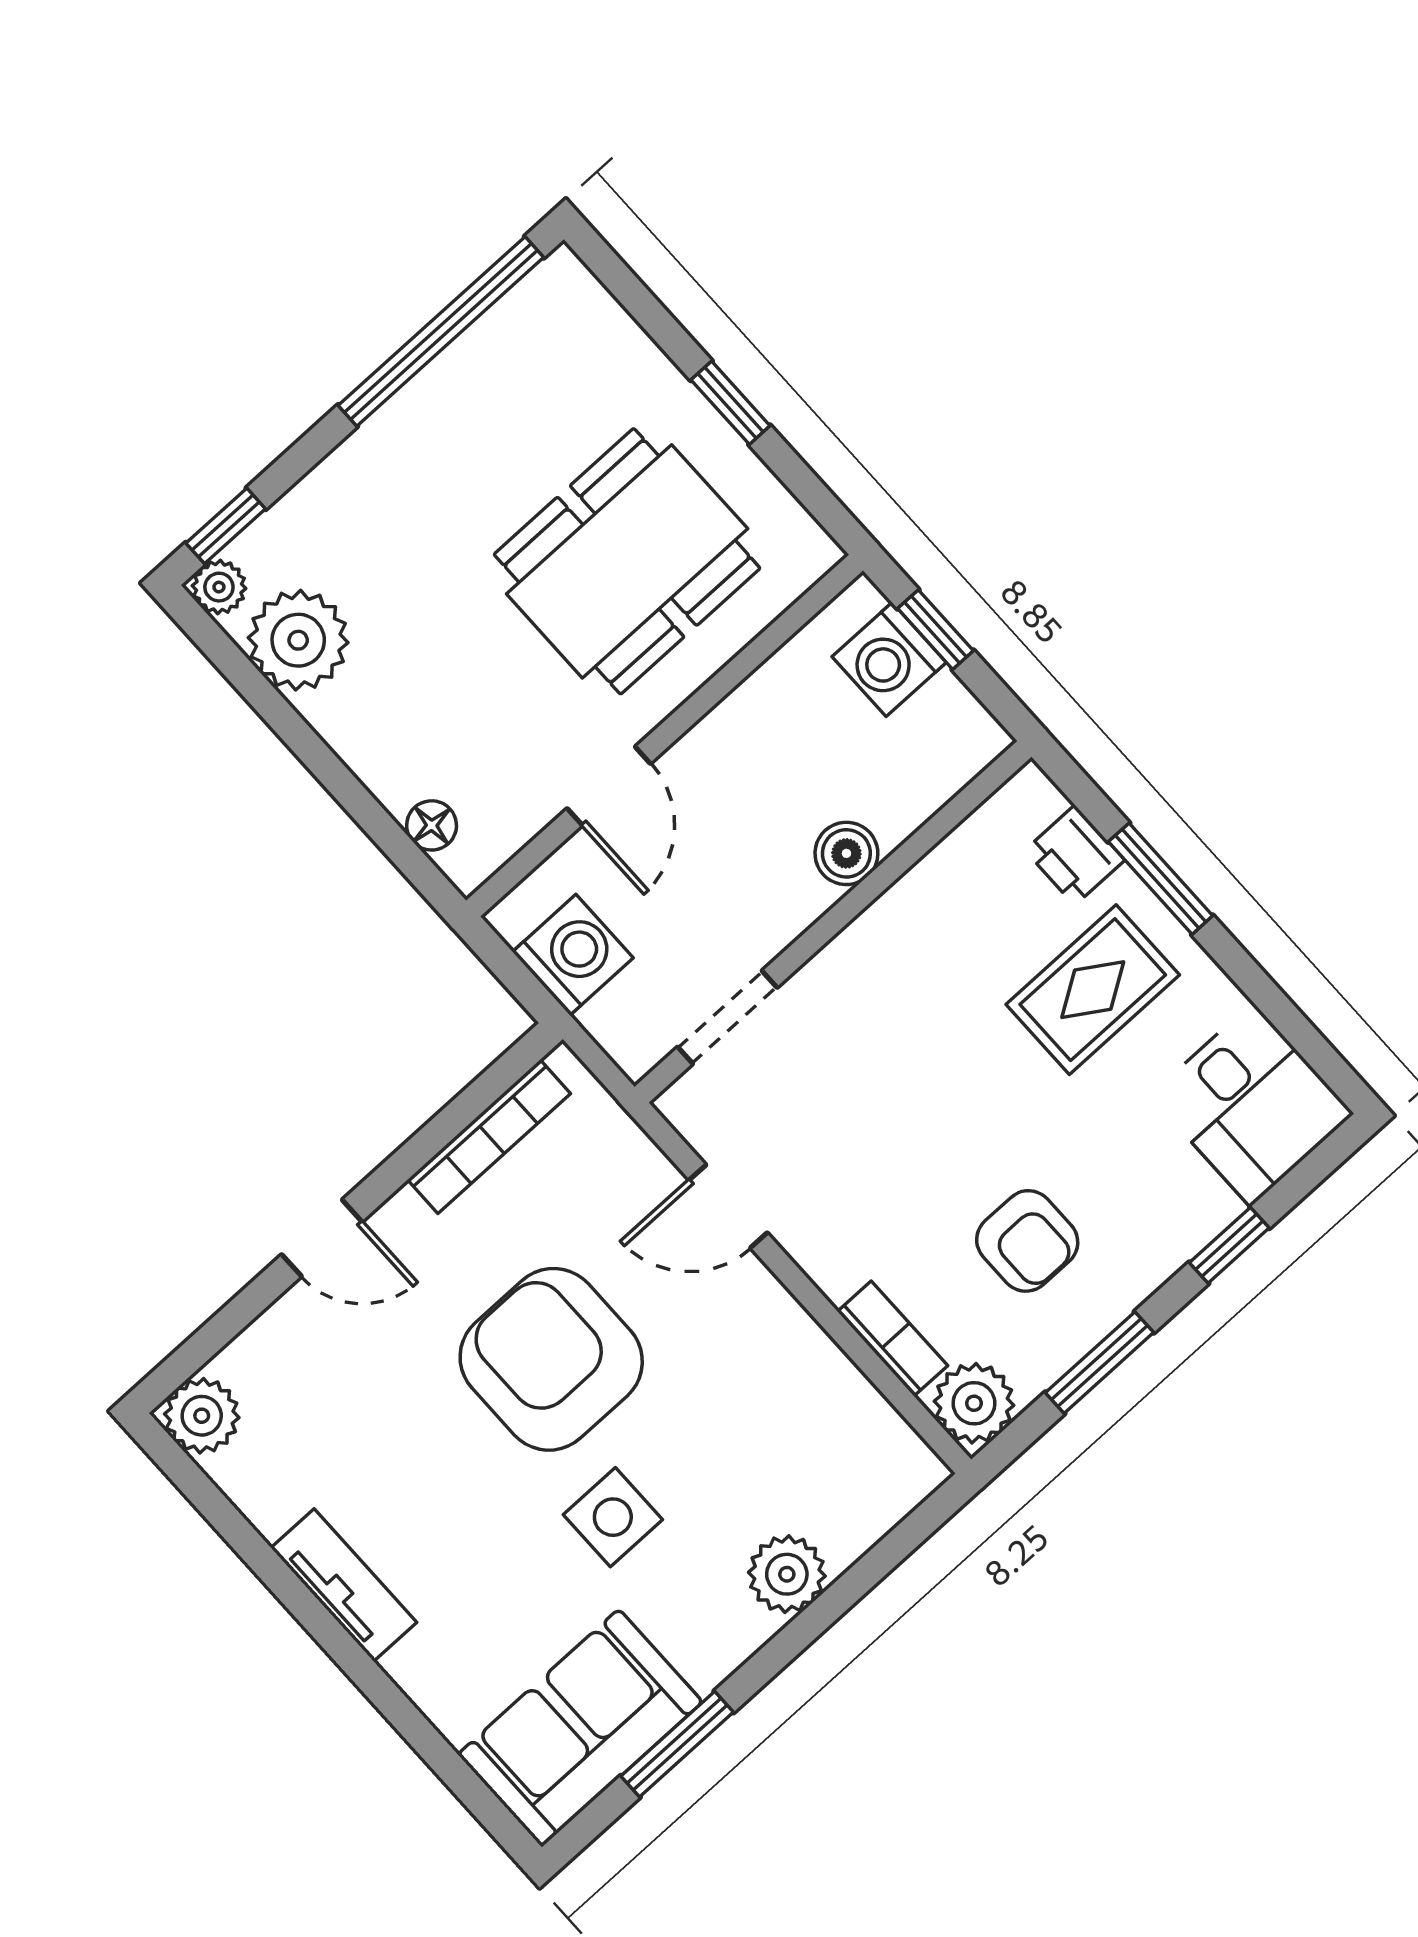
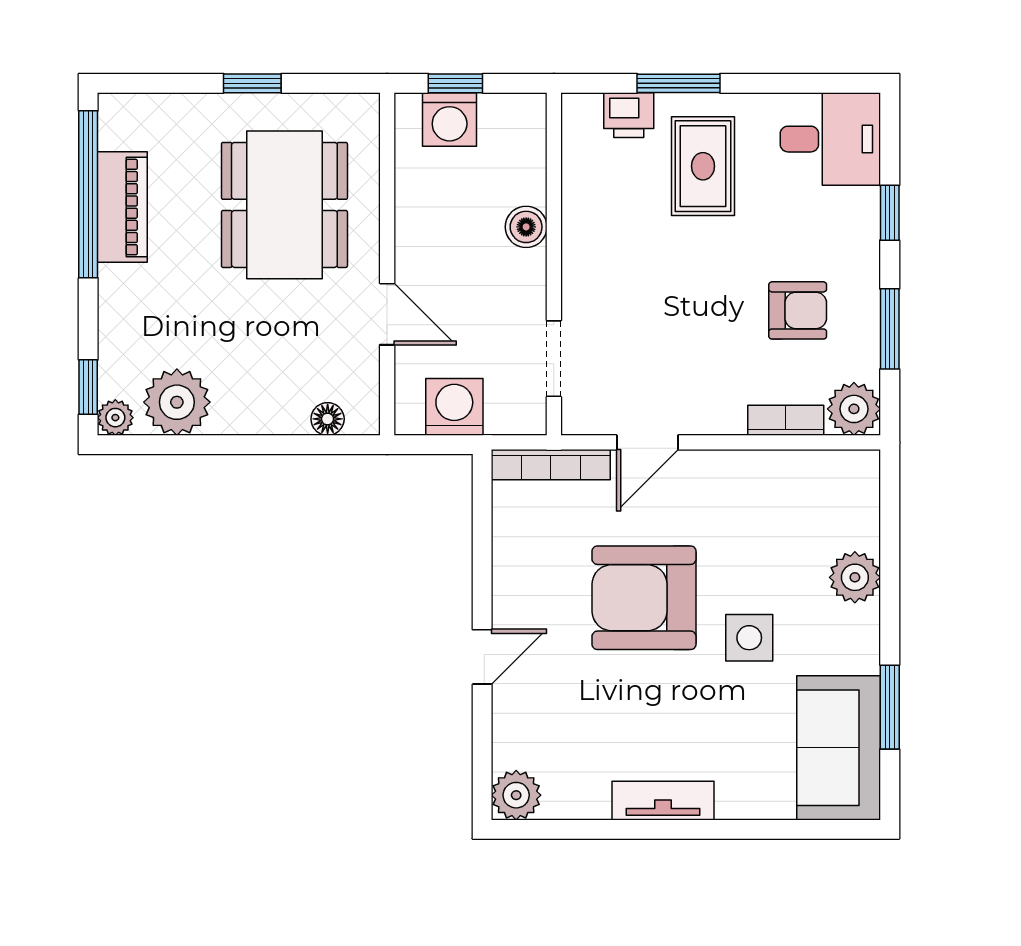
piano: (461, 382) -> (122, 207), added
bookcase: (489, 1137) -> (551, 465), moved, turned 90

